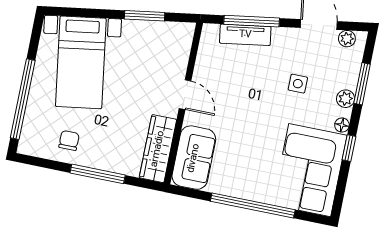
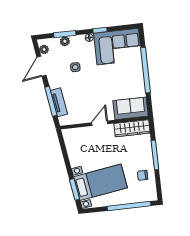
window: (145, 16) -> (74, 189), moved
plant: (346, 99) -> (65, 41), moved

